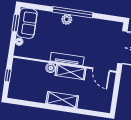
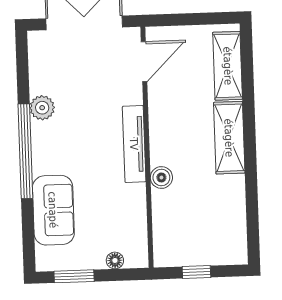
plant: (67, 19) -> (42, 108), moved
sofa: (27, 23) -> (53, 210), moved, turned 90
shelving: (71, 72) -> (228, 66), moved

